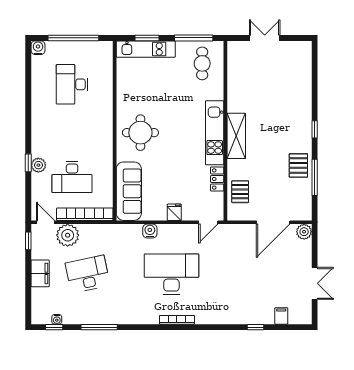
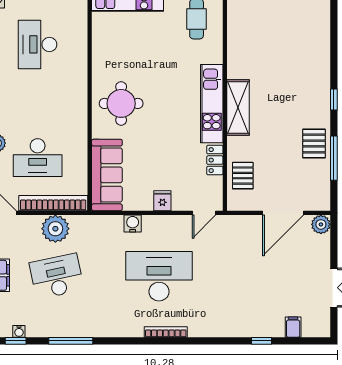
plant: (68, 235) -> (55, 229), moved

